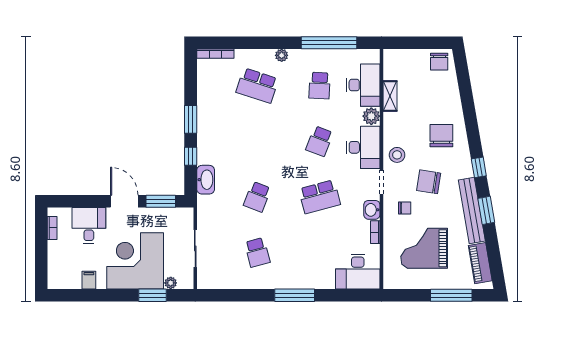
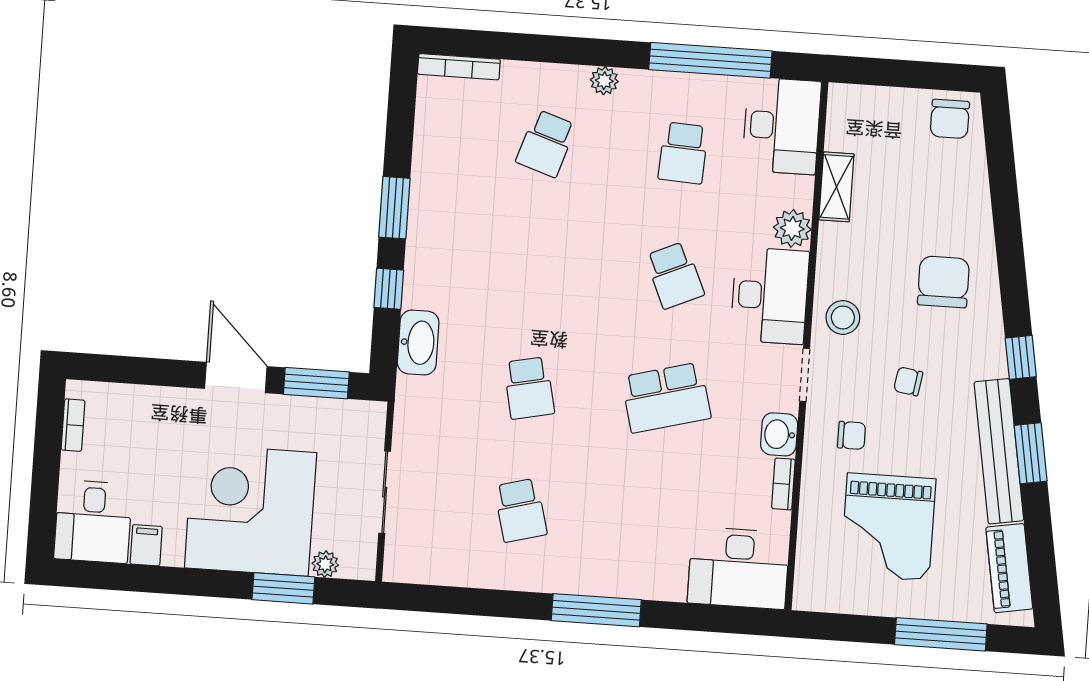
desk: (363, 85) -> (782, 126), moved
school desk: (257, 86) -> (546, 143), width x0.54
school desk: (320, 141) -> (675, 275), turned -45
chair: (429, 182) -> (908, 381), width x0.54, depth x0.54
school desk: (257, 197) -> (529, 388), turned -33
desk: (89, 226) -> (93, 521), moved, turned 180
grand piano: (424, 248) -> (888, 527), turned -90

